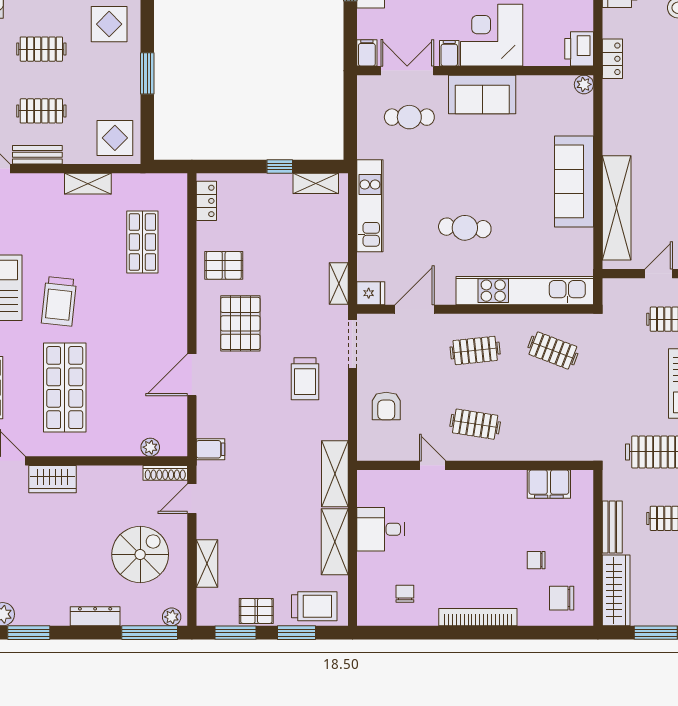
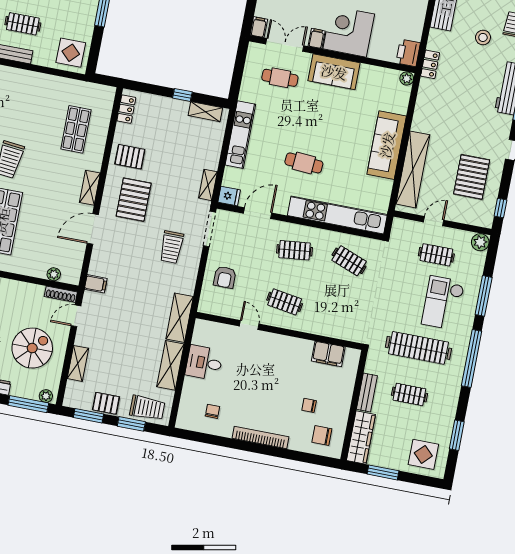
shelving: (88, 184) -> (90, 188), moved, turned 90

